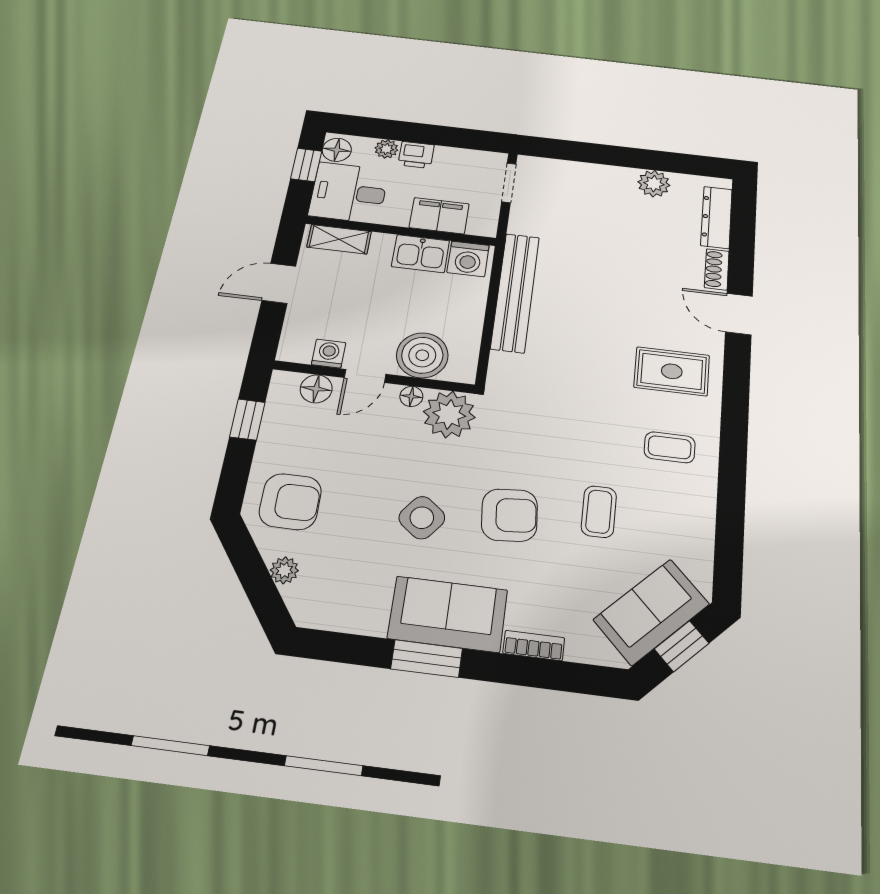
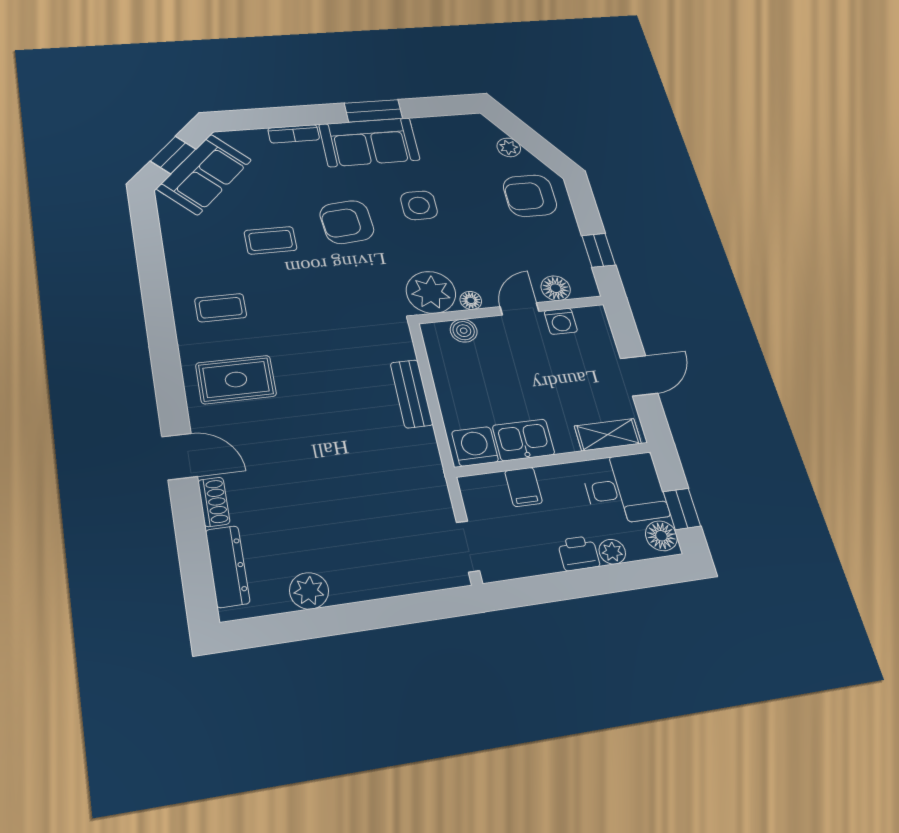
filing cabinet: (439, 216) -> (524, 487), width x0.50
bench: (515, 292) -> (412, 394), width x0.54, depth x0.82
boiler: (422, 355) -> (464, 331), width x0.54, depth x0.54
coffee table: (599, 512) -> (271, 240), turned 90
side table: (422, 518) -> (419, 205), turned -38

